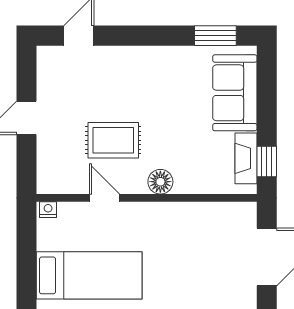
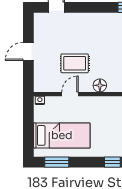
door: (104, 198) -> (70, 94), hinge flipped

